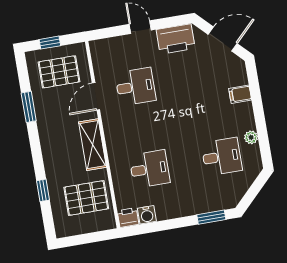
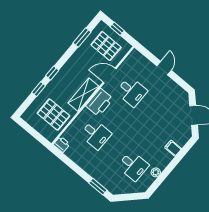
printer: (176, 39) -> (100, 102), moved, turned -90
window: (29, 107) -> (82, 37), moved
window: (38, 159) -> (52, 73), added
water cooler: (147, 215) -> (71, 153), removed

